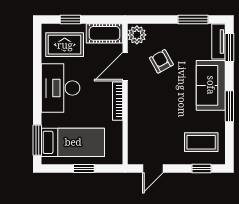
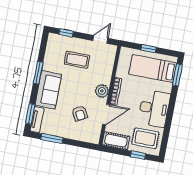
plant: (137, 35) -> (102, 91), moved
coffee table: (201, 142) -> (77, 60), moved

